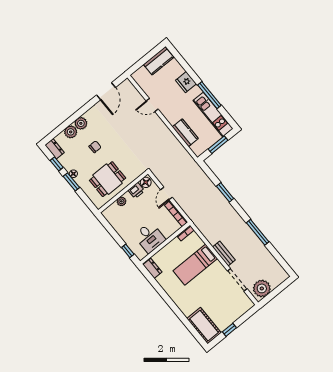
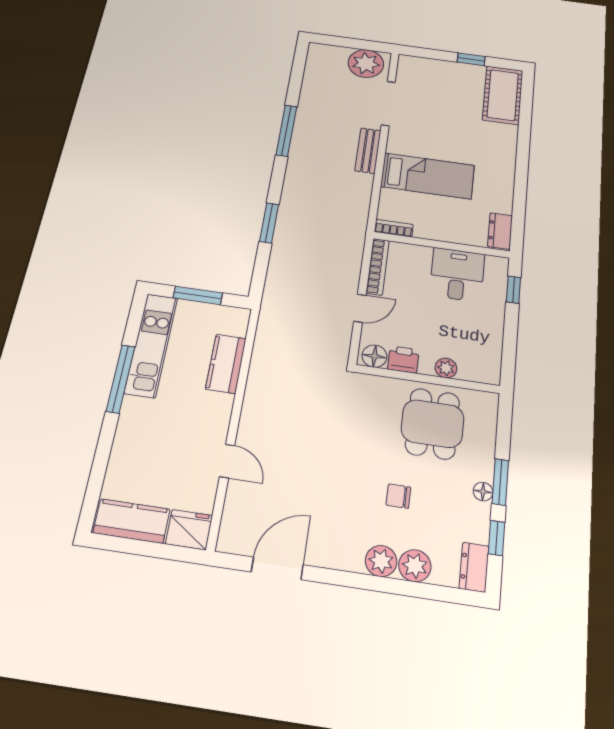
fridge: (186, 82) -> (189, 530), moved, turned -90
dining table: (108, 179) -> (433, 424), turned 90

